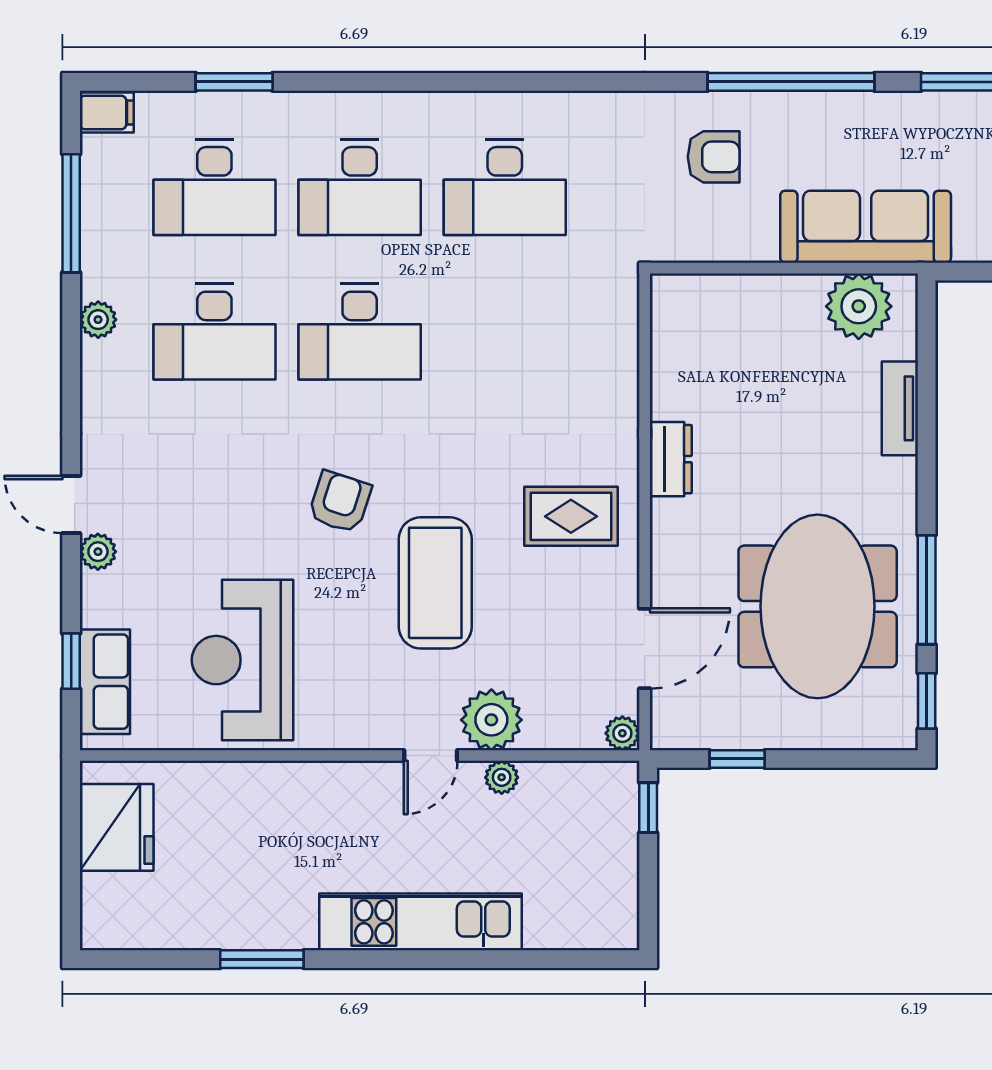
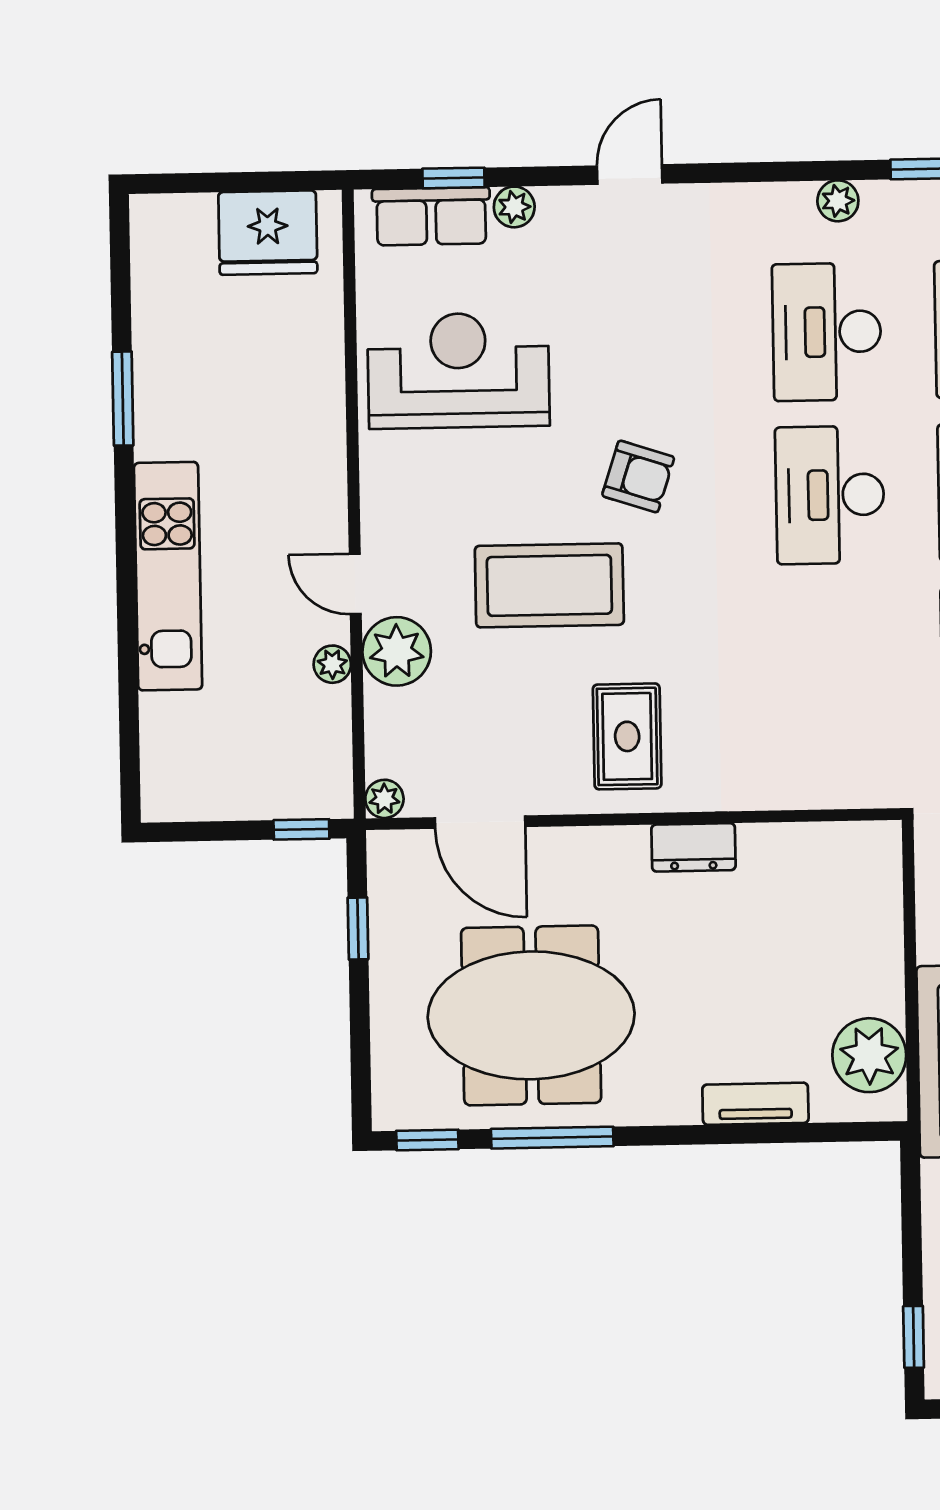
plant: (98, 552) -> (514, 207), moved

